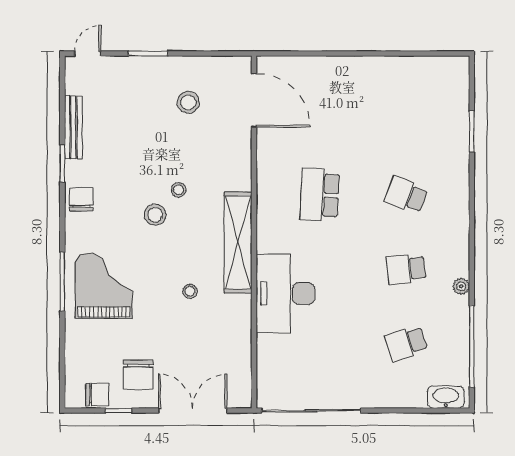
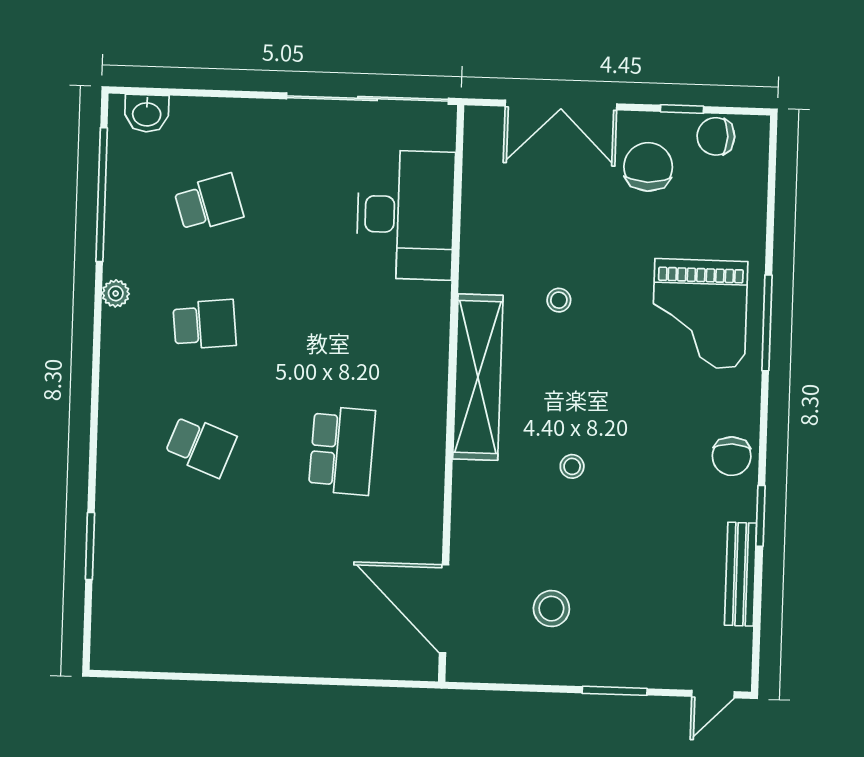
stool: (155, 215) -> (612, 427), removed
desk: (285, 294) -> (406, 215), moved
washbasin: (446, 397) -> (147, 113), width x0.72

